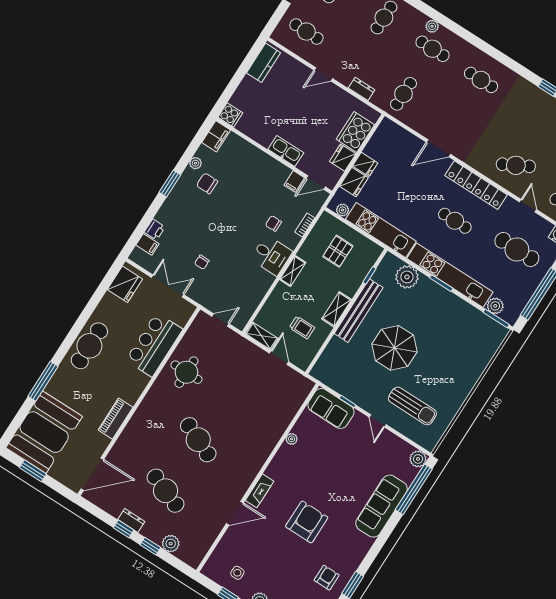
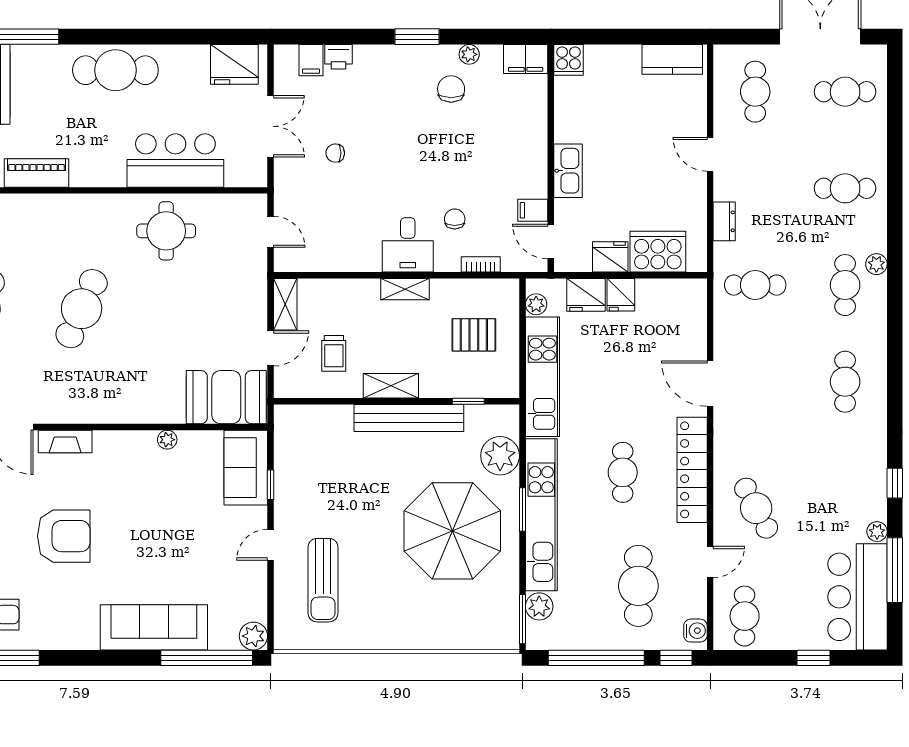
parasol: (395, 348) -> (452, 531), moved, width x1.36, depth x1.36
booth: (289, 396) -> (226, 397), added

